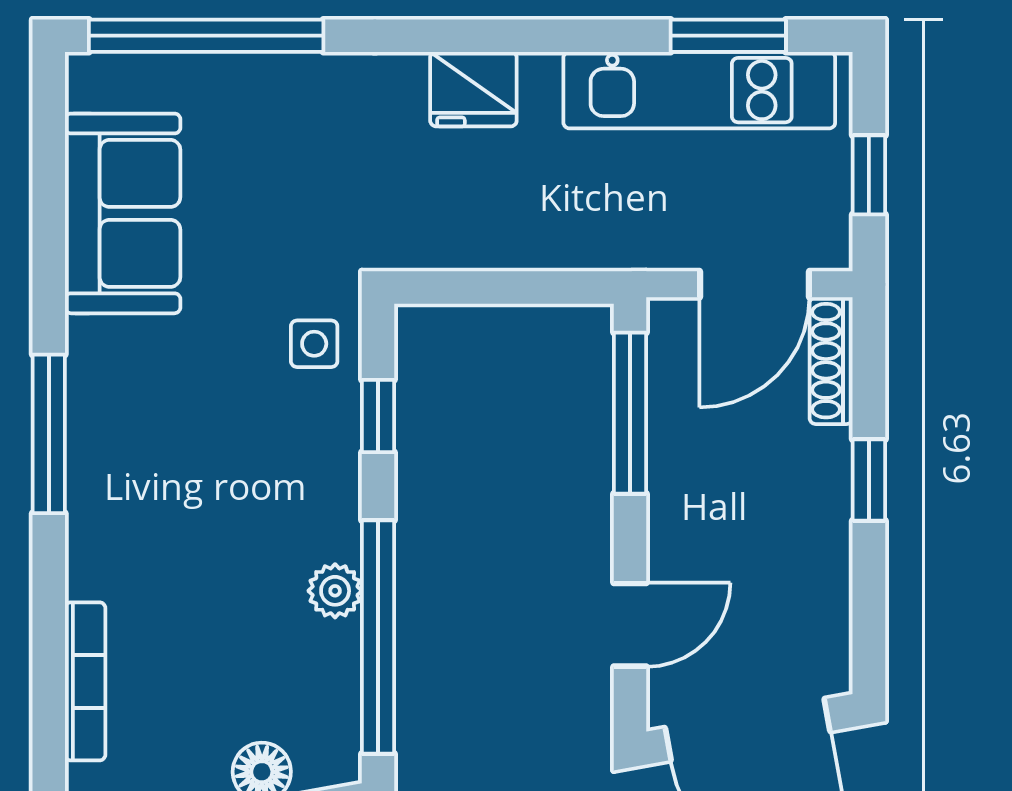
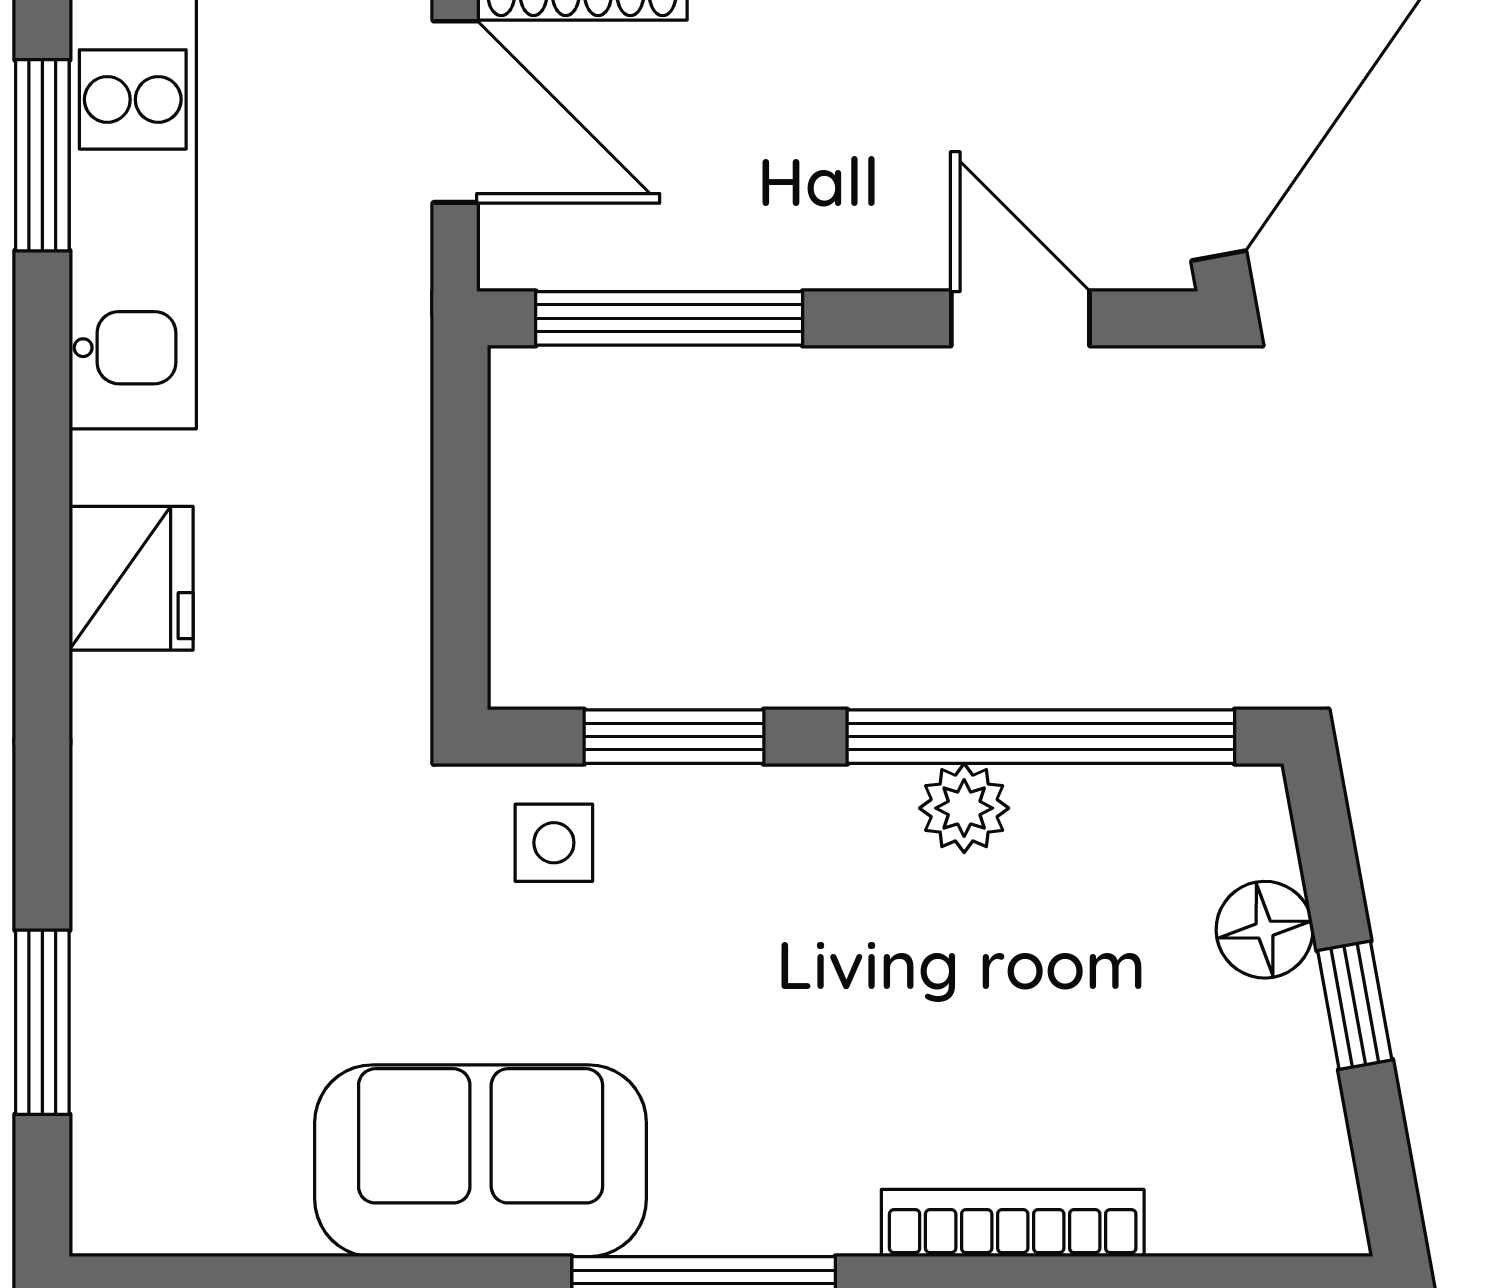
window: (206, 36) -> (42, 1022), width x0.47
sofa: (123, 213) -> (481, 1161), moved
window: (378, 416) -> (674, 737), width x1.50
bookcase: (85, 681) -> (1013, 1223), moved

